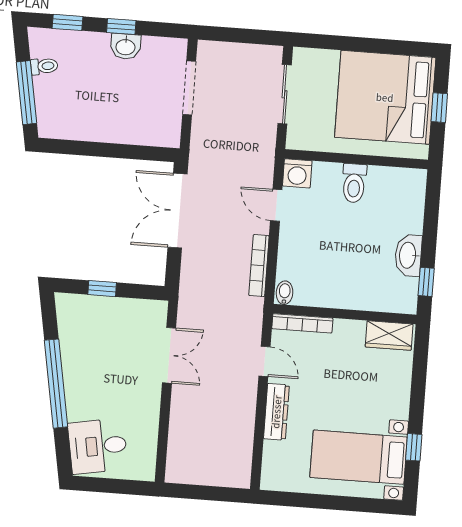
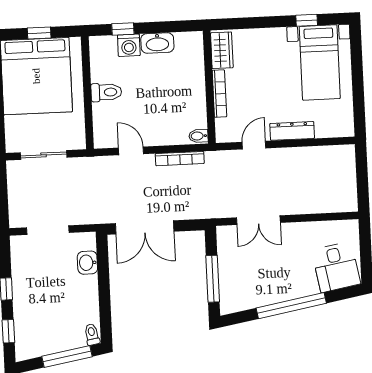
washbasin: (126, 46) -> (87, 263), moved, turned 180
toilet: (44, 66) -> (92, 334), moved
washing machine: (297, 173) -> (129, 45), moved, turned 90
door: (276, 205) -> (131, 151), swing flipped
window: (426, 282) -> (123, 29), moved
window: (102, 289) -> (213, 279), width x2.17
bookcase: (302, 323) -> (219, 94), moved
double door: (169, 355) -> (258, 220), swing flipped

